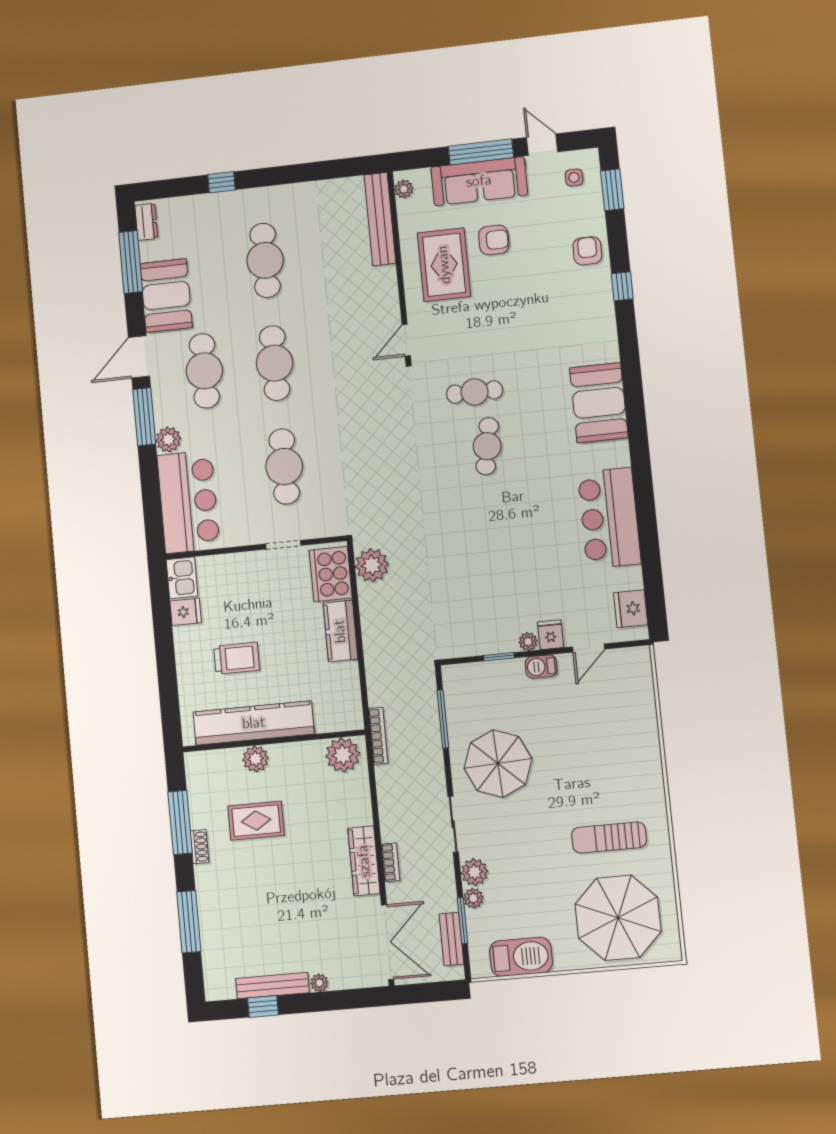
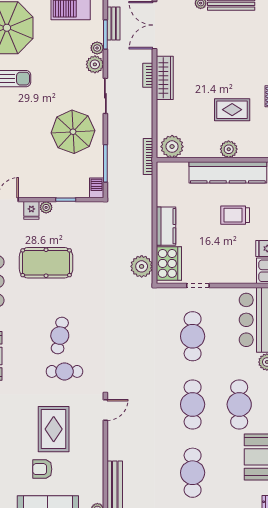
rug: (444, 265) -> (54, 429), moved
pool table: (520, 556) -> (46, 263), added
barbecue: (541, 667) -> (97, 188), moved, turned -90

